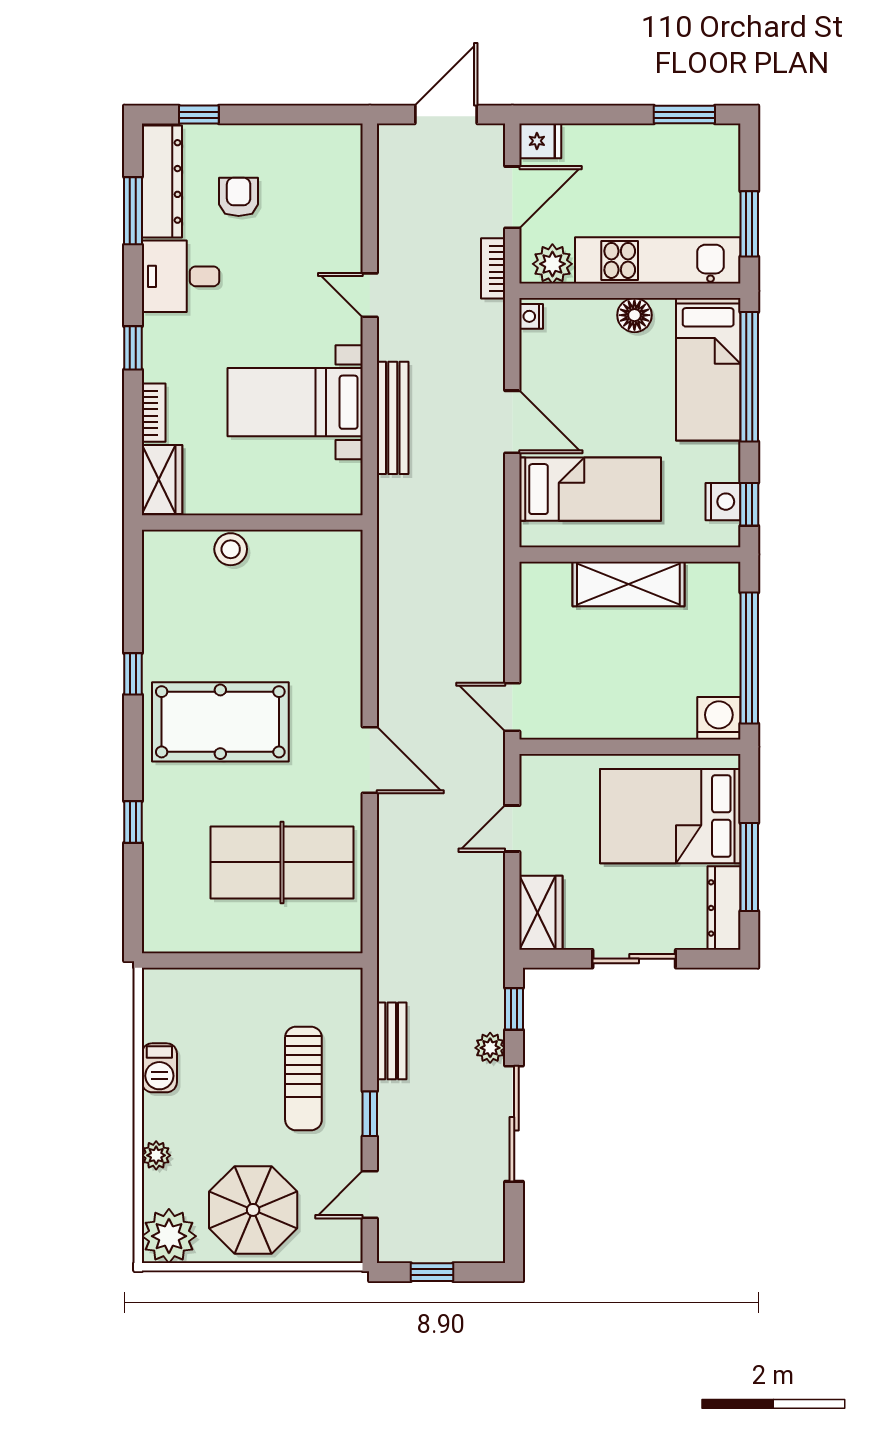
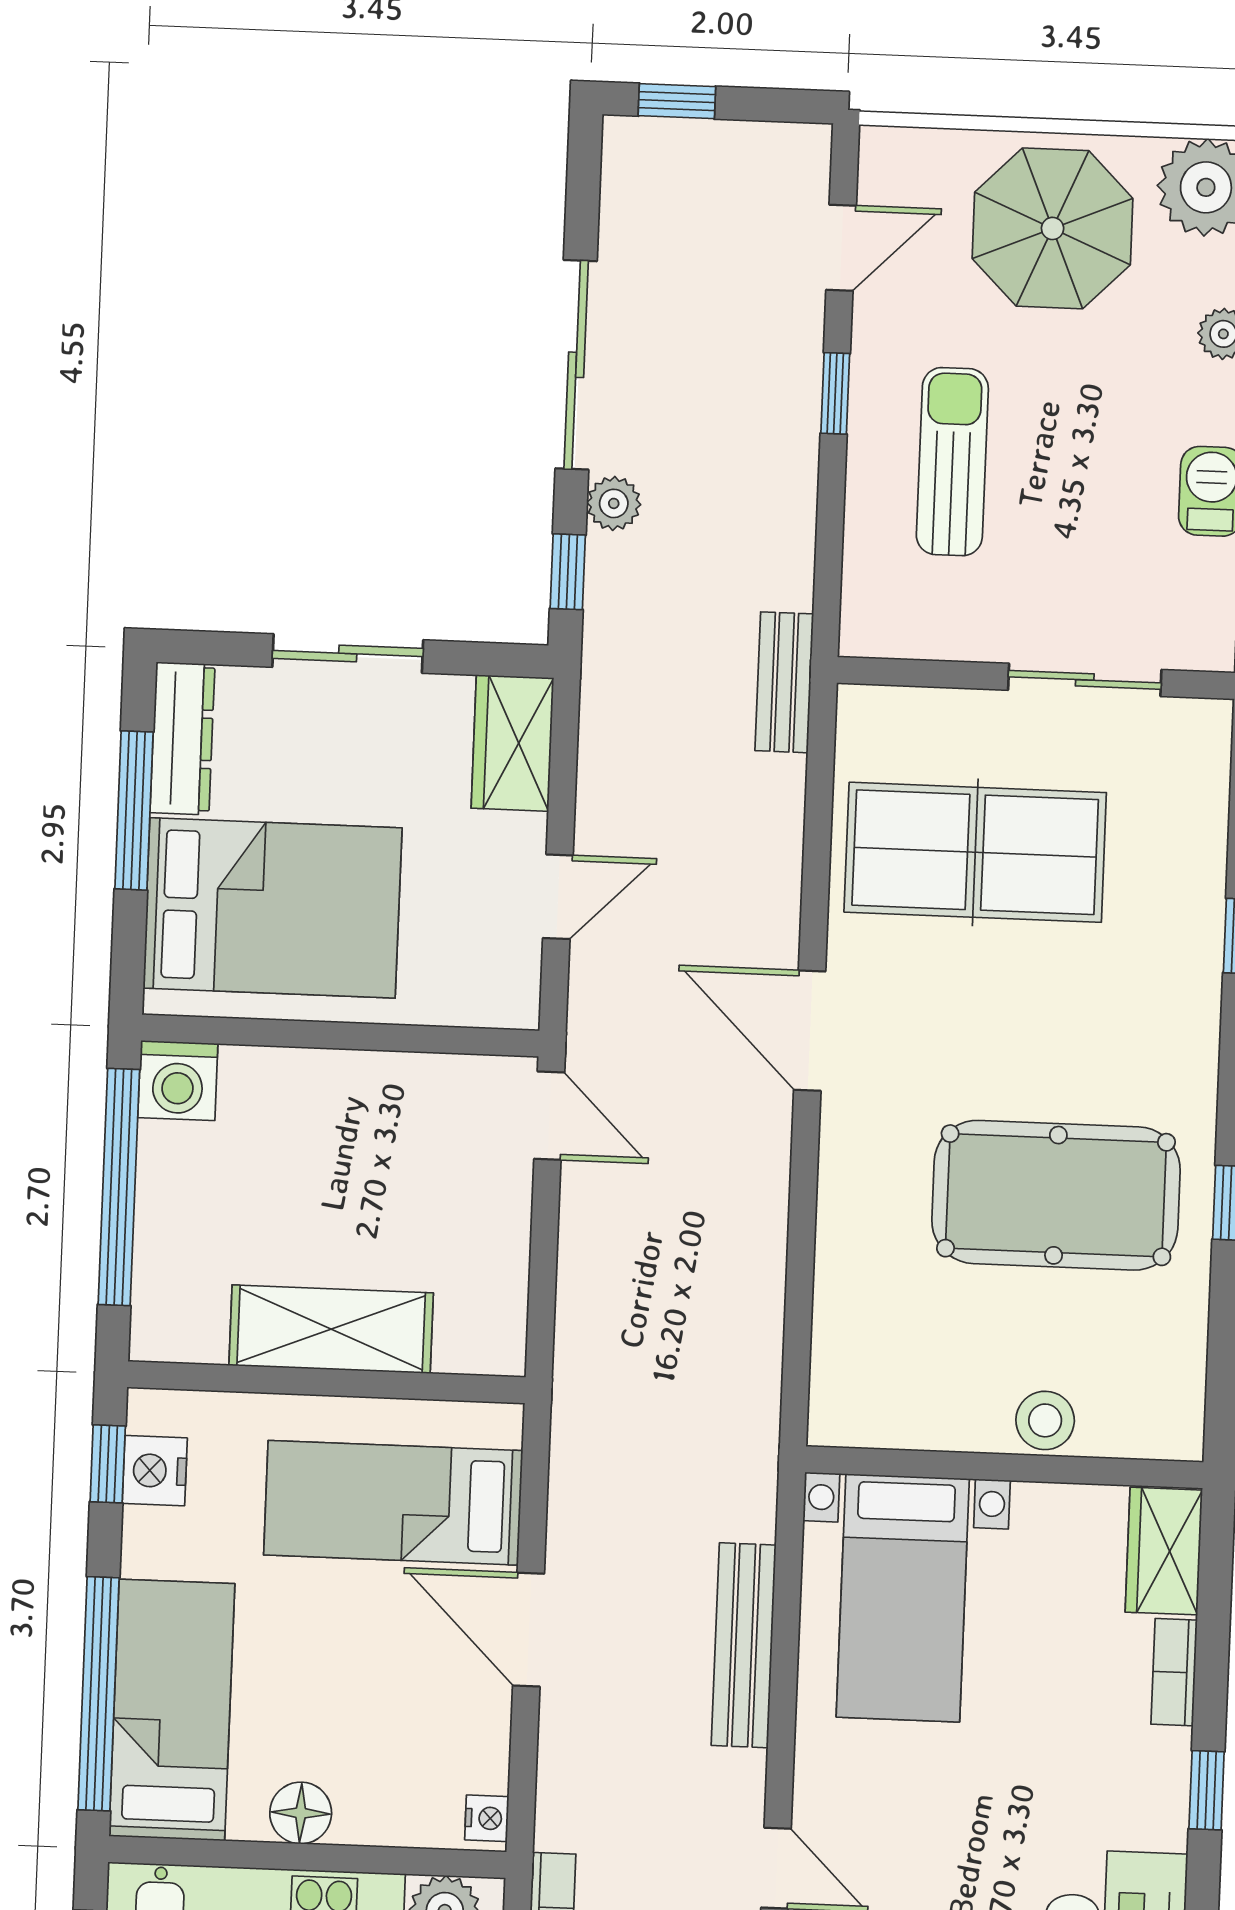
bed with nightstands: (295, 402) -> (903, 1598), moved, turned 90
pool table: (220, 722) -> (1056, 1195), moved
sliding door: (225, 960) -> (1085, 680), added
bench: (392, 1041) -> (784, 682), moved
window: (432, 1272) -> (677, 101), moved

